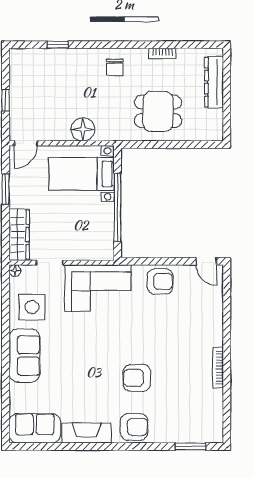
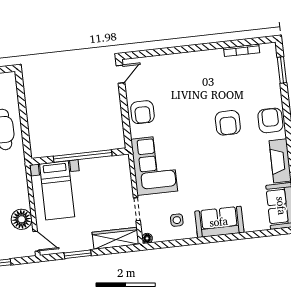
floor lamp: (83, 129) -> (22, 219), moved
armchair: (160, 282) -> (142, 112), turned 180
side table: (32, 307) -> (177, 220), width x0.54, depth x0.54
bookcase: (218, 368) -> (242, 50), moved

